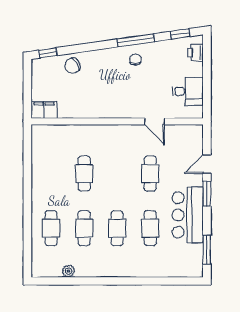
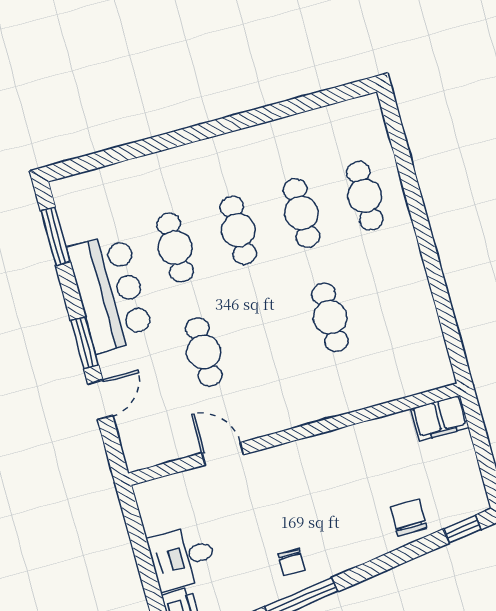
chair: (73, 66) -> (409, 517), turned -58
desk: (188, 91) -> (182, 557), moved
plant: (69, 271) -> (309, 123), removed

